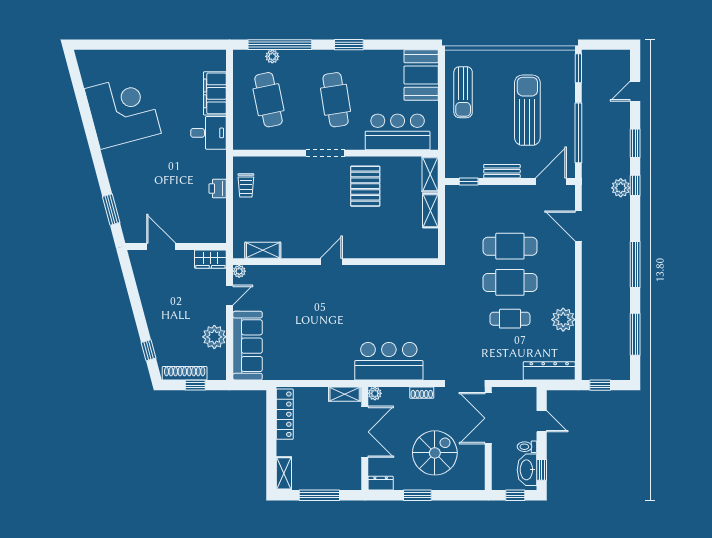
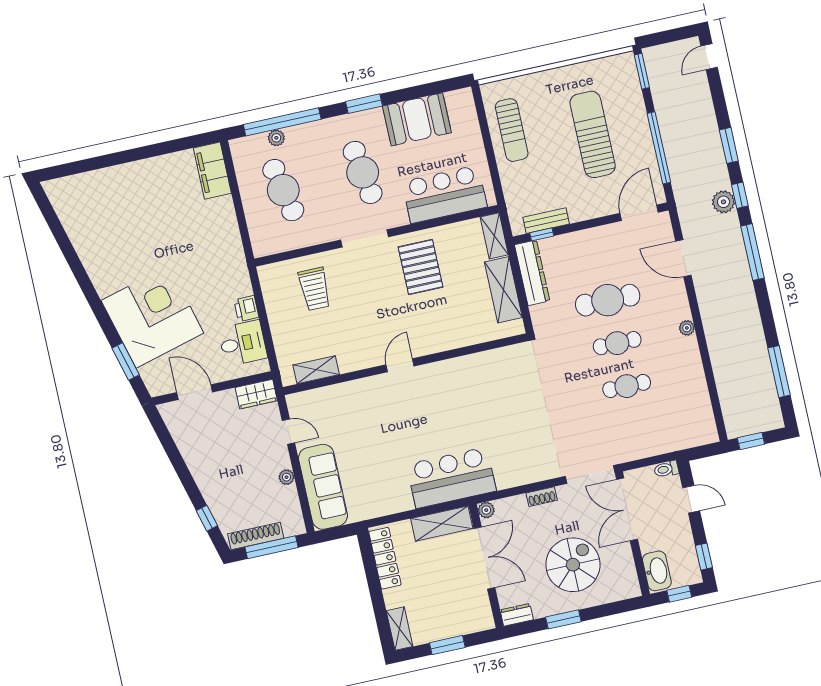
booth: (421, 75) -> (417, 119), moved, turned 90
door: (635, 91) -> (709, 57), moved
filing cabinet: (215, 93) -> (212, 171), moved
corner desk: (123, 111) -> (152, 317), moved
desk: (209, 133) -> (243, 343), moved
bench: (502, 171) -> (546, 221), moved
trolley: (246, 185) -> (315, 289), moved, width x1.36, depth x1.39
shelving: (430, 211) -> (503, 290), width x1.50, depth x1.33
window: (635, 264) -> (752, 252), moved
plant: (239, 271) -> (294, 401), removed
cafe table: (510, 282) -> (617, 343), width x0.73, depth x0.74
door: (230, 295) -> (288, 432), hinge flipped
plant: (563, 320) -> (687, 328), moved, width x0.53, depth x0.53
plant: (214, 337) -> (286, 477), width x0.53, depth x0.53
bar counter: (389, 361) -> (451, 478), moved
dresser: (549, 371) -> (532, 273), moved, turned 90
window: (195, 385) -> (271, 547), width x2.17
shelving: (345, 394) -> (442, 524), width x1.50, depth x1.33
toilet: (527, 447) -> (666, 469), moved
washbasin: (527, 470) -> (657, 571), moved, turned 180
window: (319, 495) -> (447, 645), width x0.69

